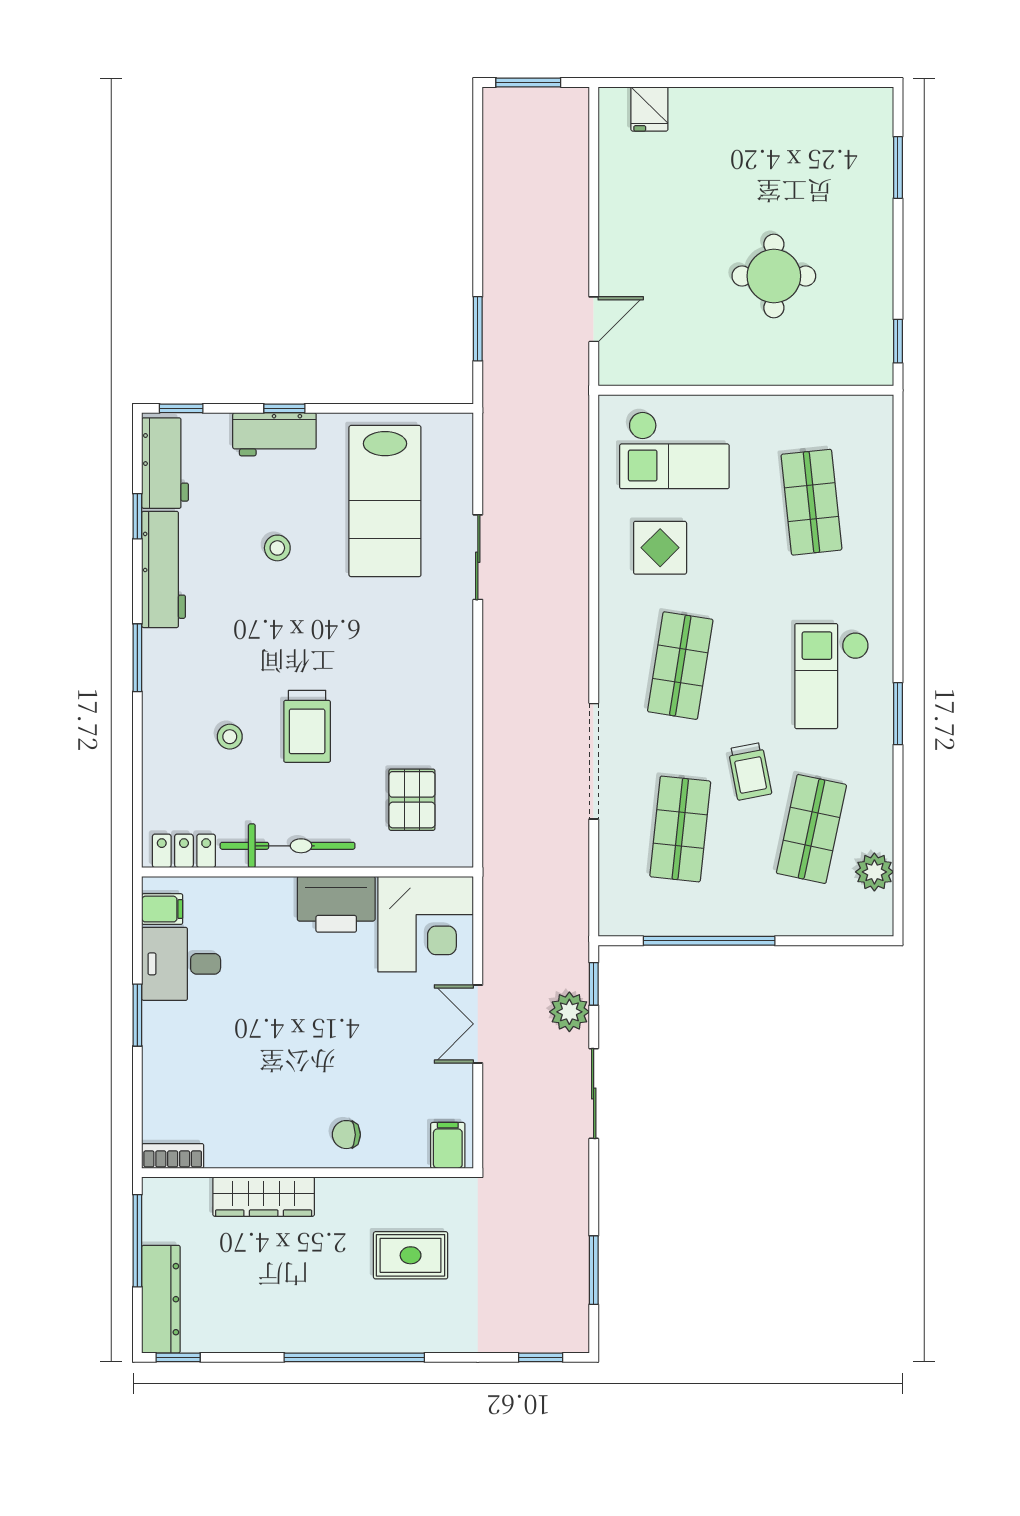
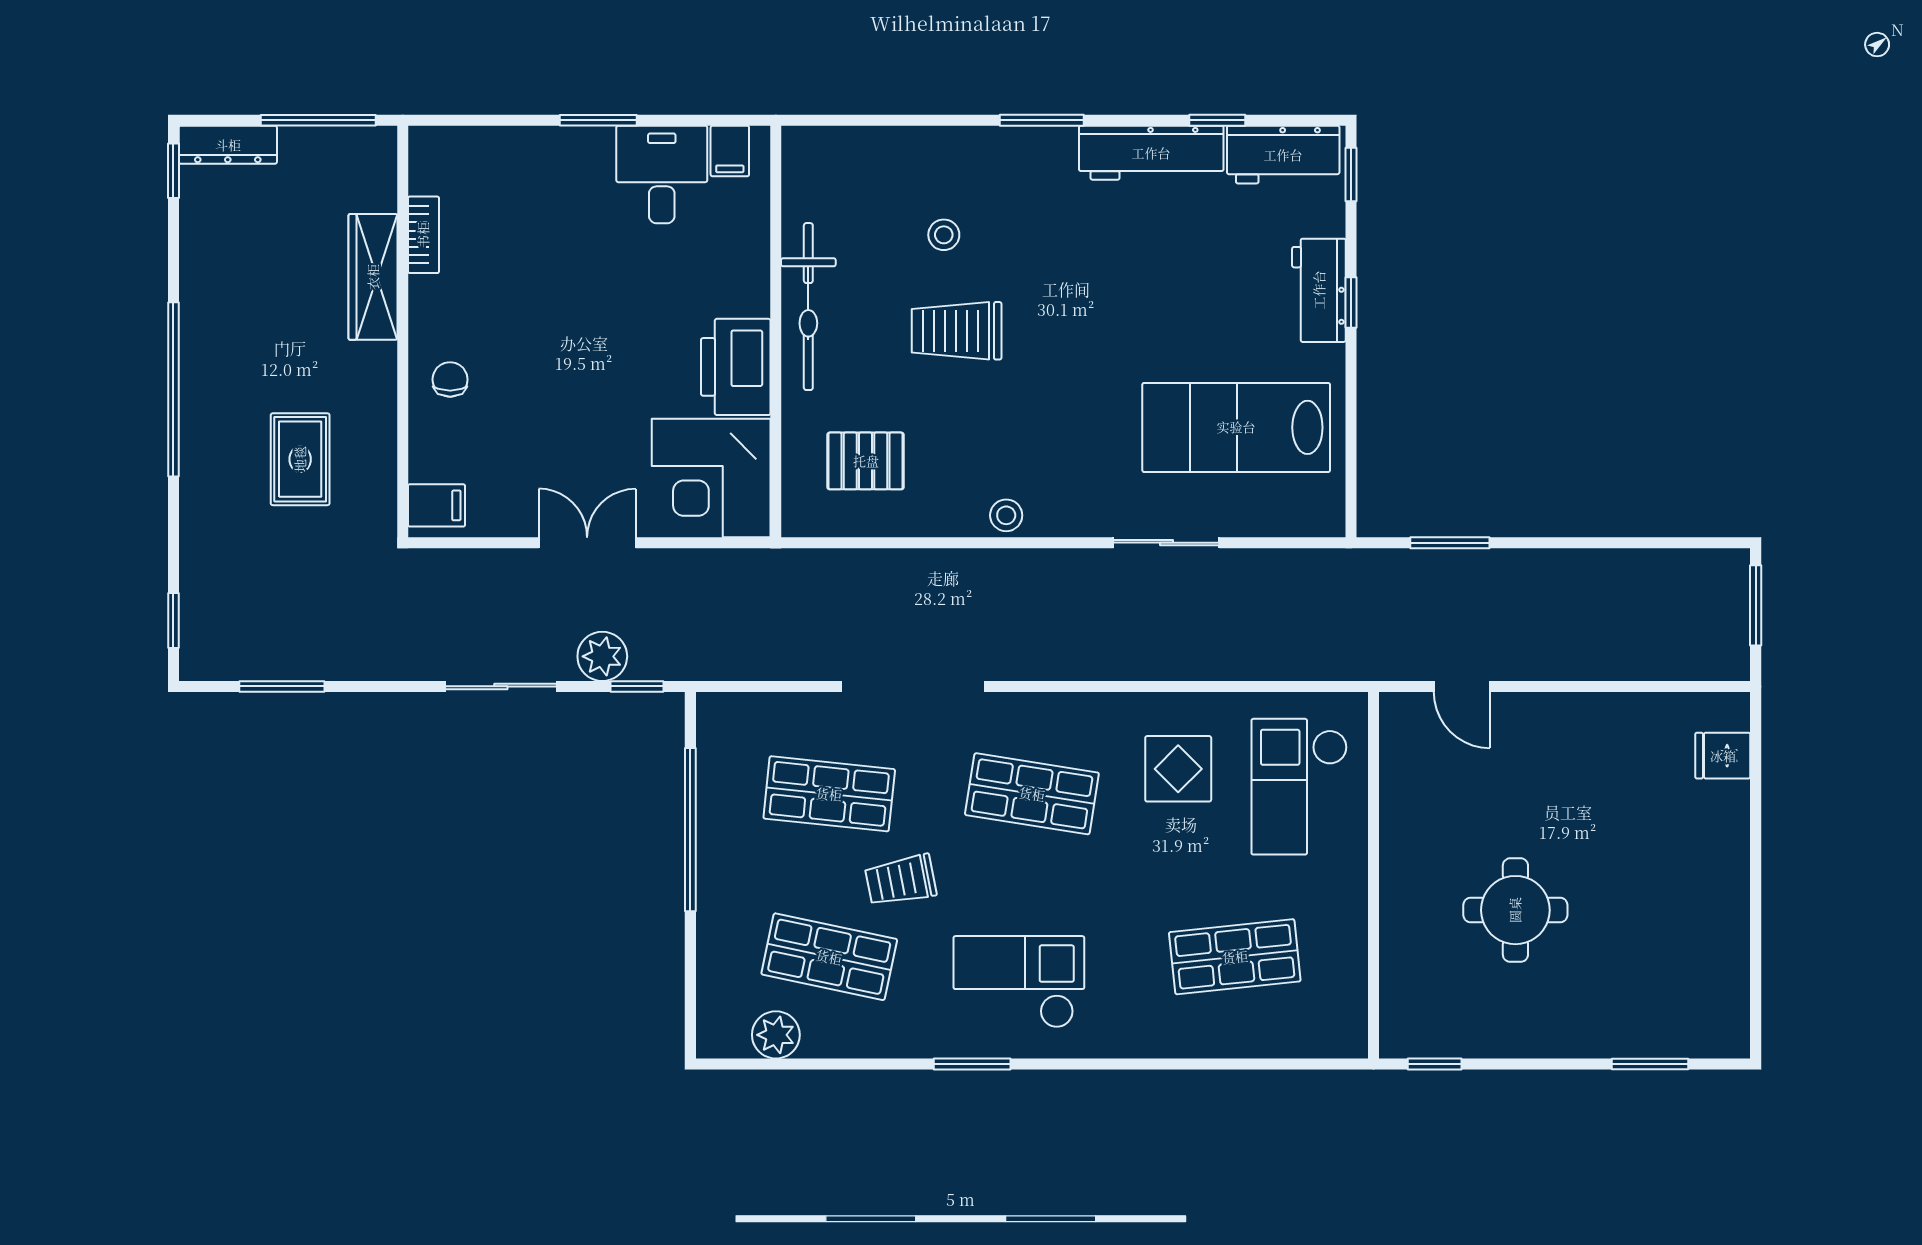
stool: (277, 548) -> (1006, 515), moved
locker: (184, 851) -> (802, 178), removed
bookcase: (173, 1156) -> (423, 235), moved
dresser: (161, 1299) -> (228, 145), width x0.73, depth x0.80

